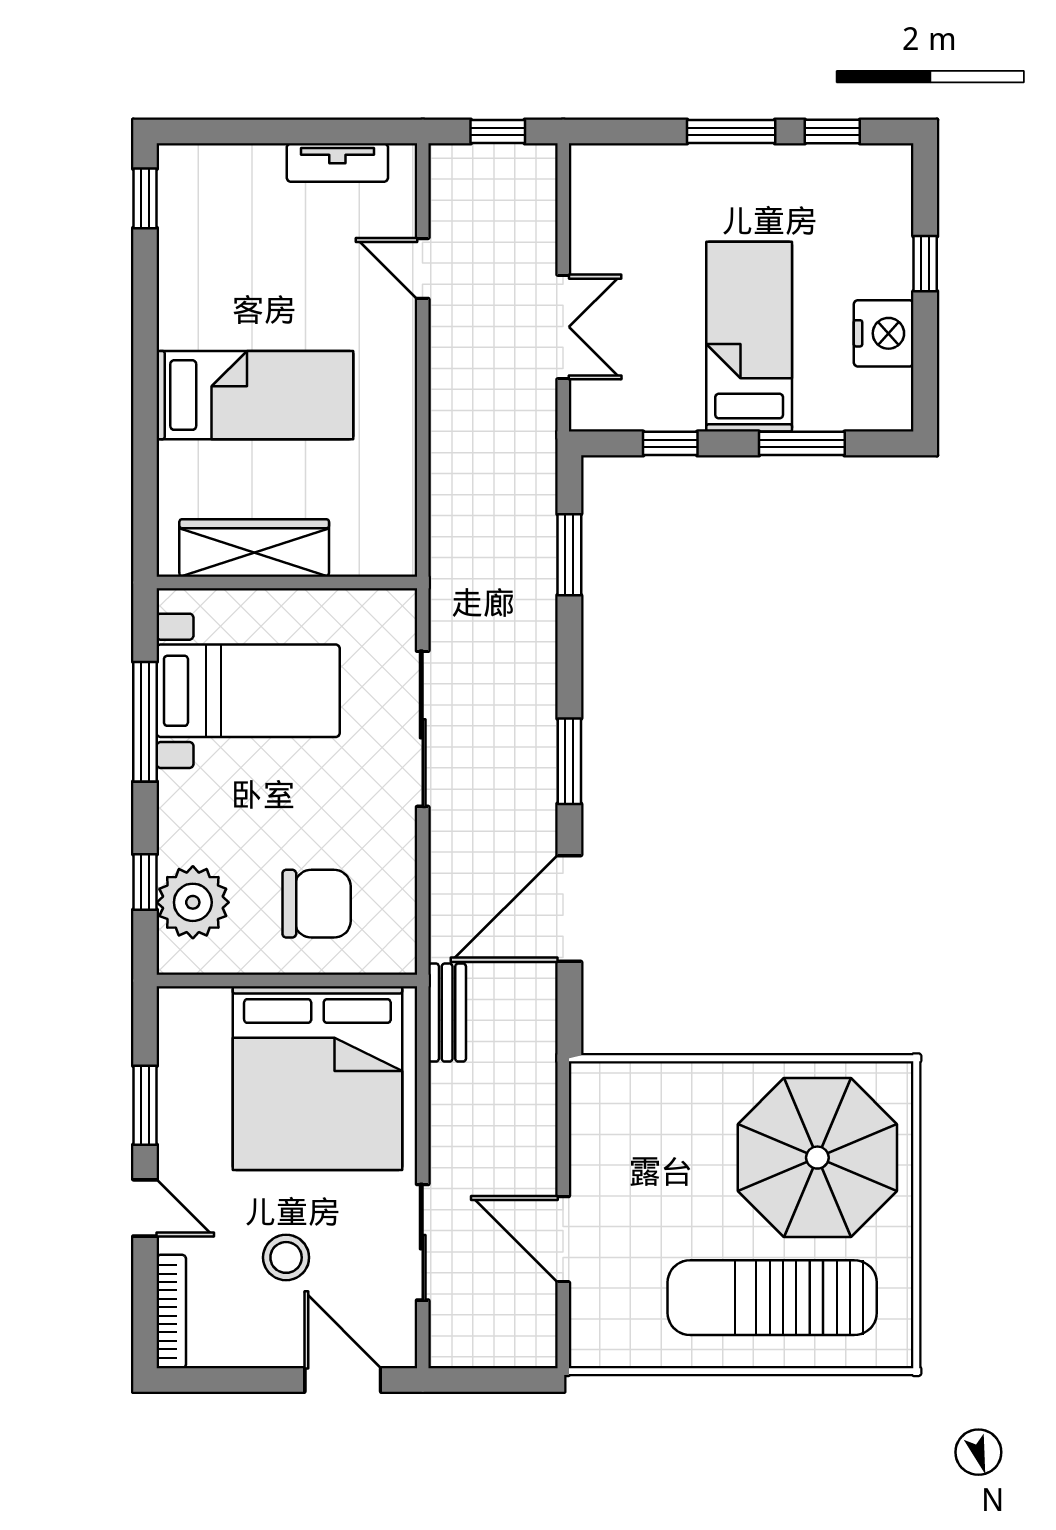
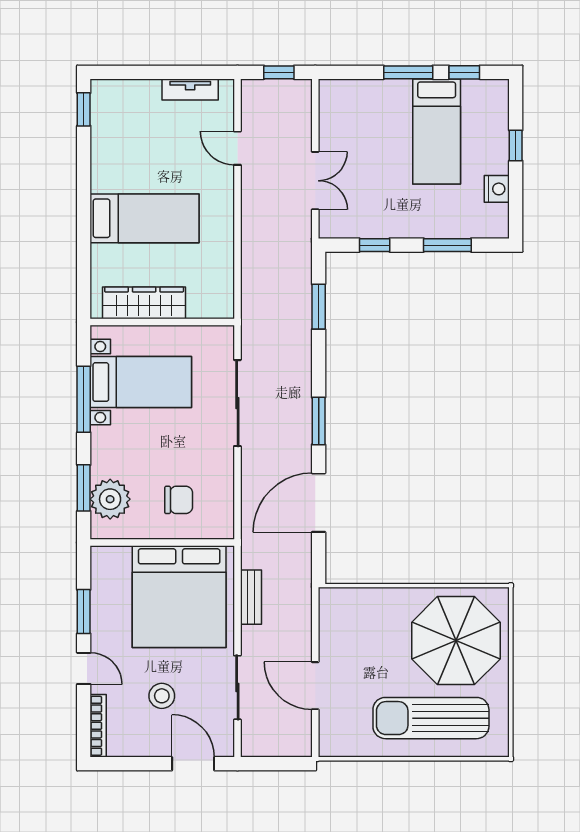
nightstand: (884, 333) -> (497, 189), width x0.74, depth x0.75
bed: (749, 337) -> (437, 131), moved, turned 180
window: (145, 882) -> (84, 488), width x1.50
chair: (317, 904) -> (179, 500), width x0.73, depth x0.73
bench: (447, 1013) -> (251, 597), moved

